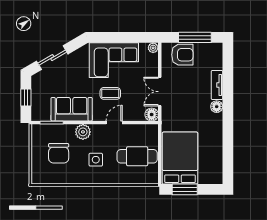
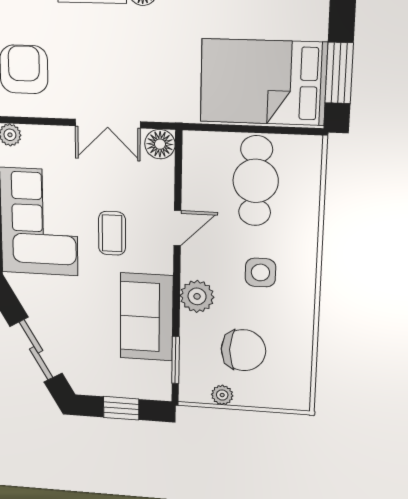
door: (114, 123) -> (177, 228), swing flipped
plant: (36, 144) -> (222, 395), added

